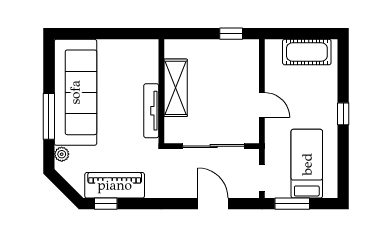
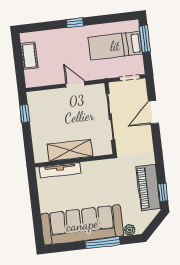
cot: (307, 52) -> (29, 56), width x0.73, depth x0.75
door: (262, 105) -> (75, 84), hinge flipped
tv unit: (151, 111) -> (60, 170), moved
window: (292, 204) -> (145, 39), moved

